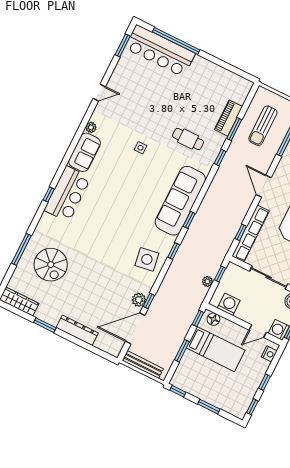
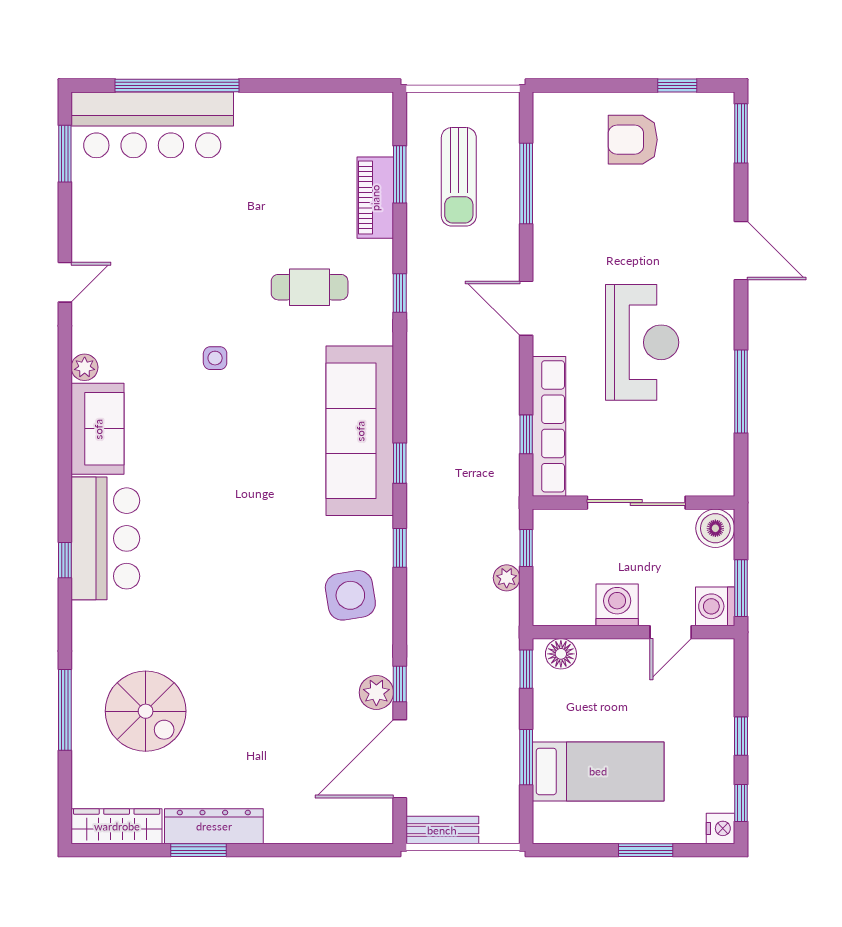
window: (234, 129) -> (400, 174), moved
washing machine: (229, 304) -> (617, 605), moved
dresser: (77, 330) -> (214, 826), moved
bed: (216, 349) -> (598, 771), moved
nightstand: (269, 354) -> (721, 828), moved
bench: (143, 365) -> (442, 830), width x0.73
window: (178, 391) -> (561, 850), removed

